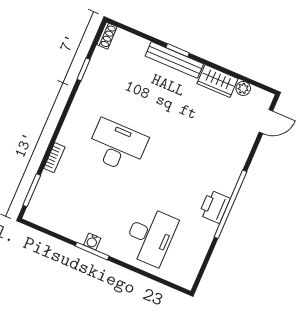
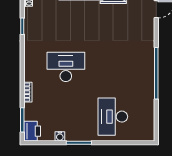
printer: (214, 207) -> (32, 131), moved, turned 180
desk: (150, 236) -> (113, 117), turned 180
water cooler: (92, 241) -> (60, 136), moved

